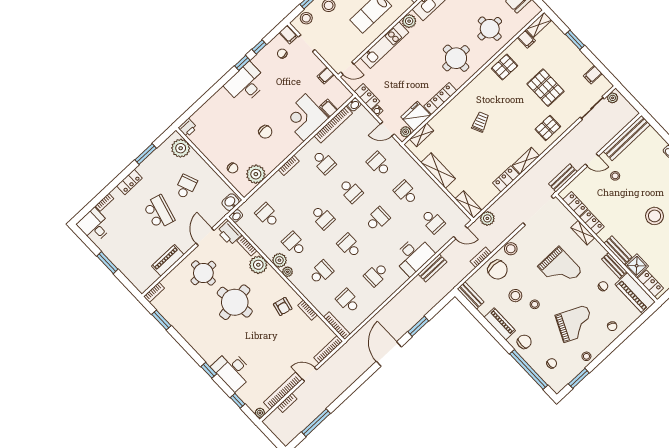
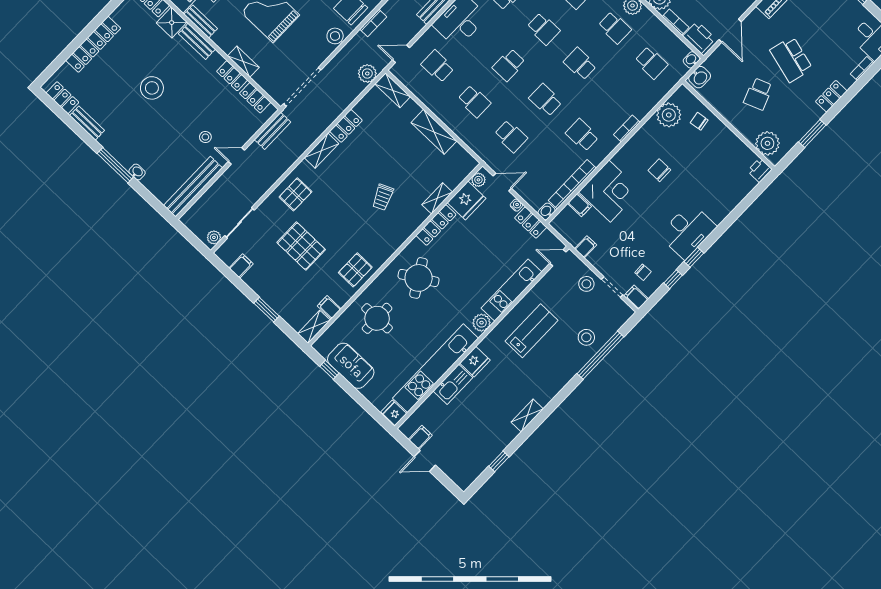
stool: (306, 18) -> (586, 284), moved
round table: (456, 58) -> (419, 278), turned -31
shelving: (422, 135) -> (437, 198), moved

